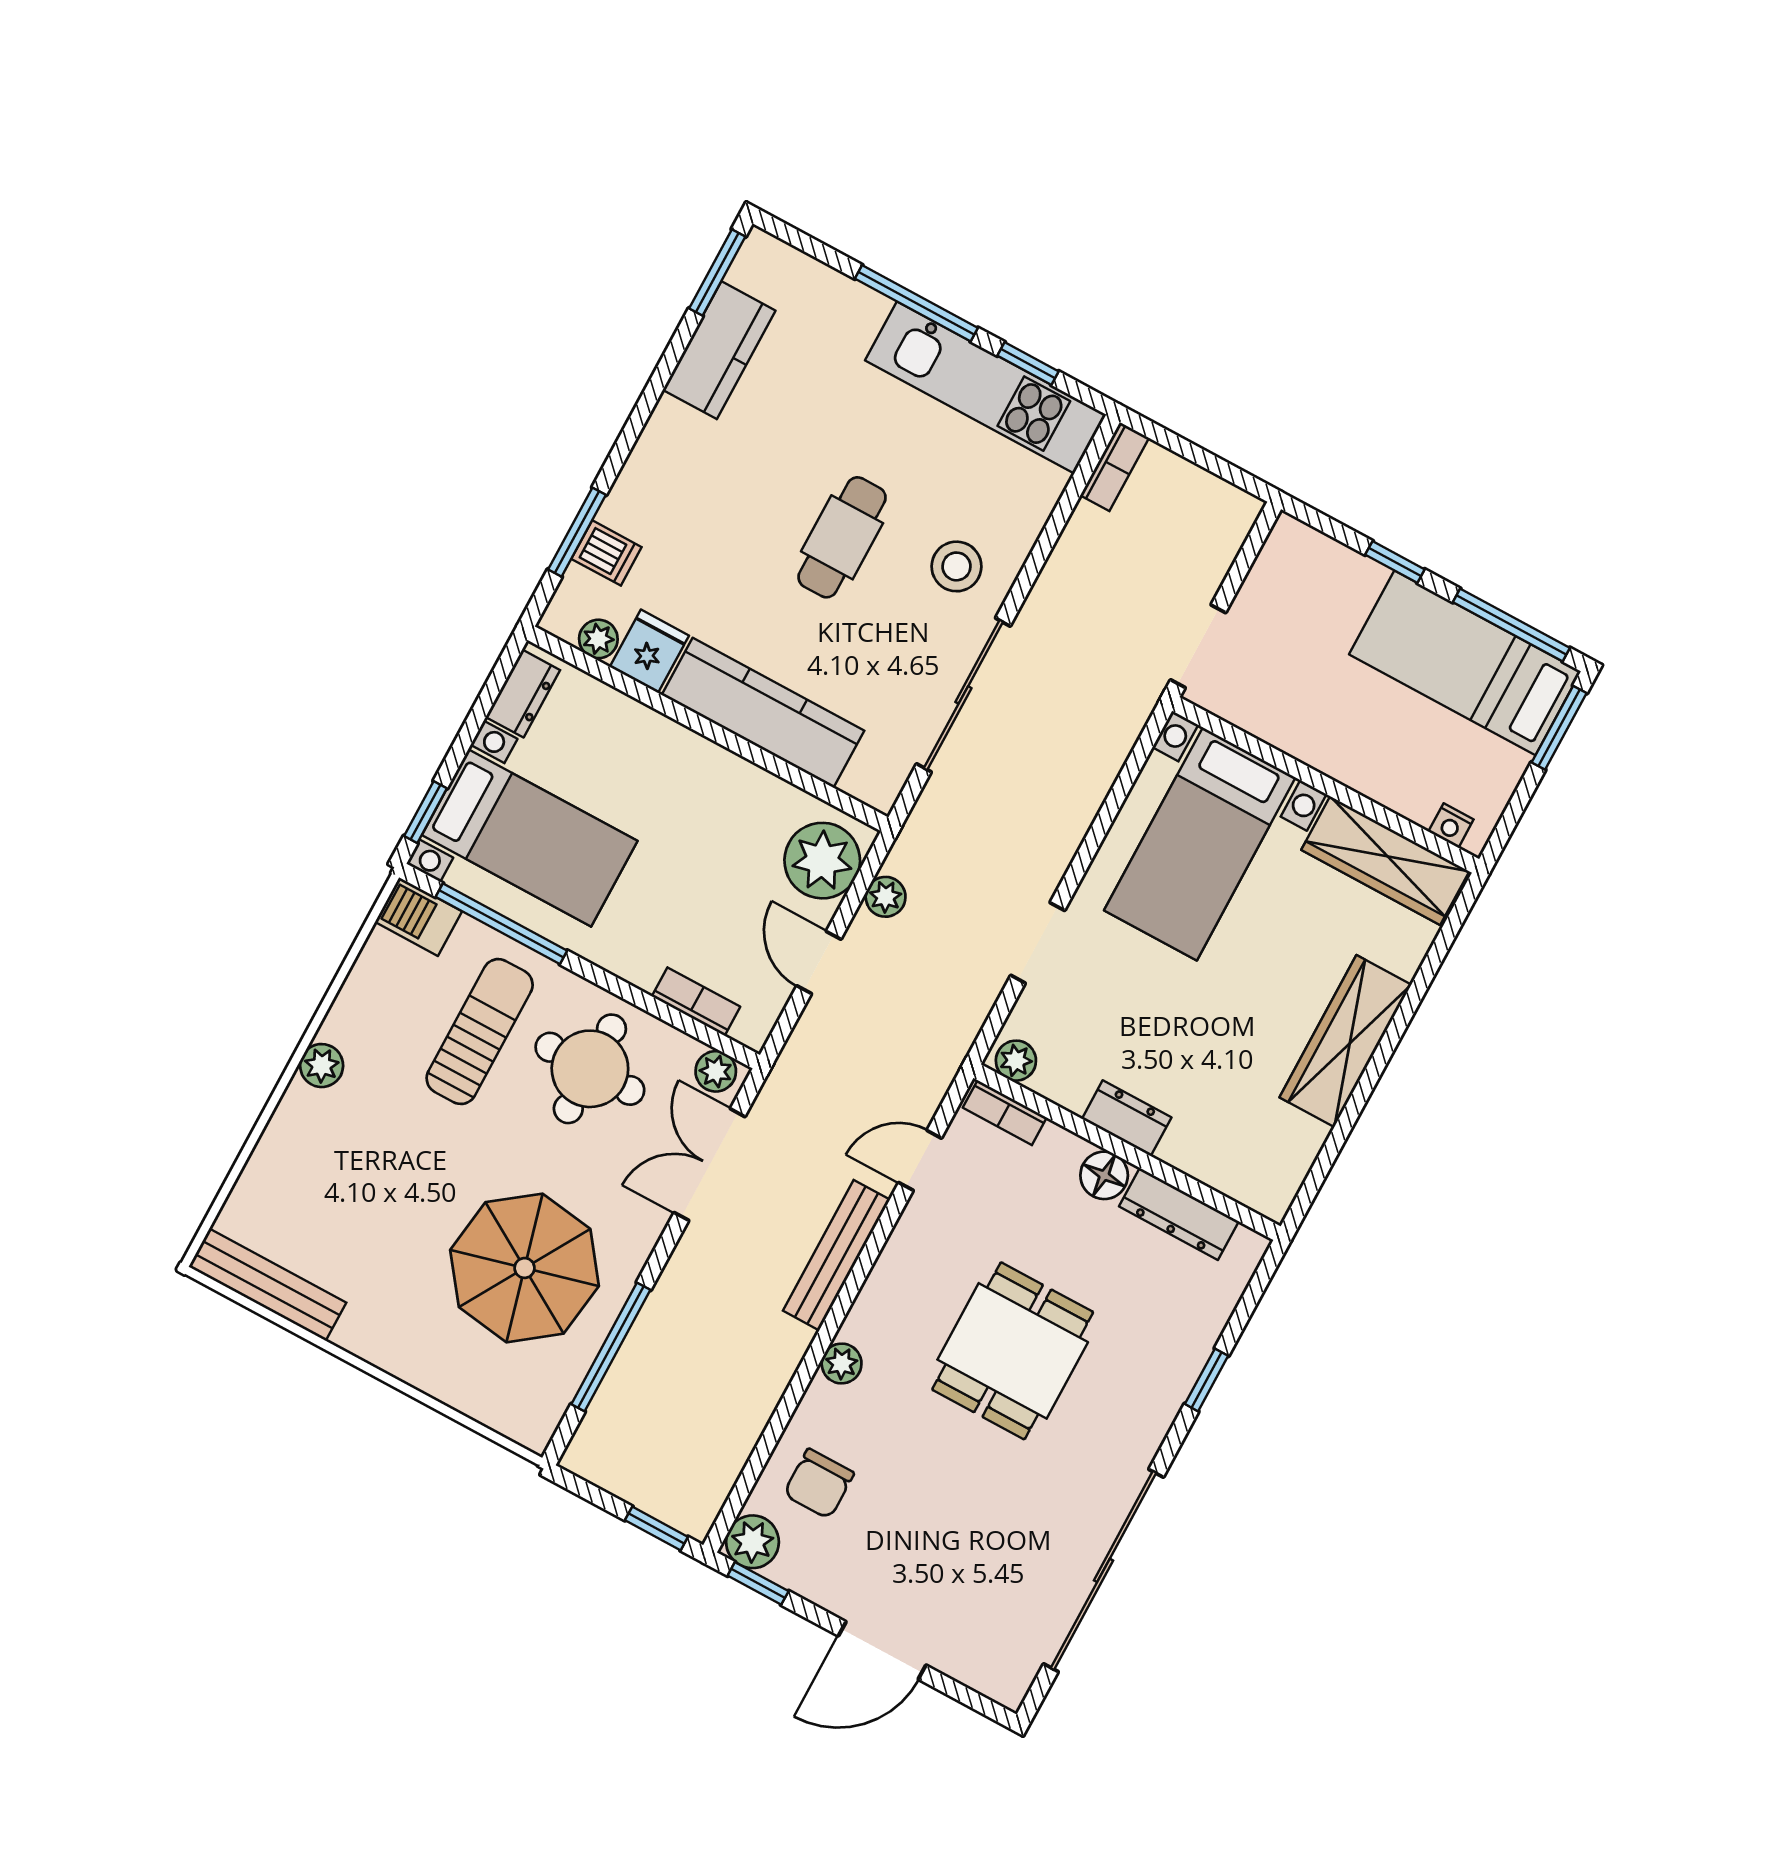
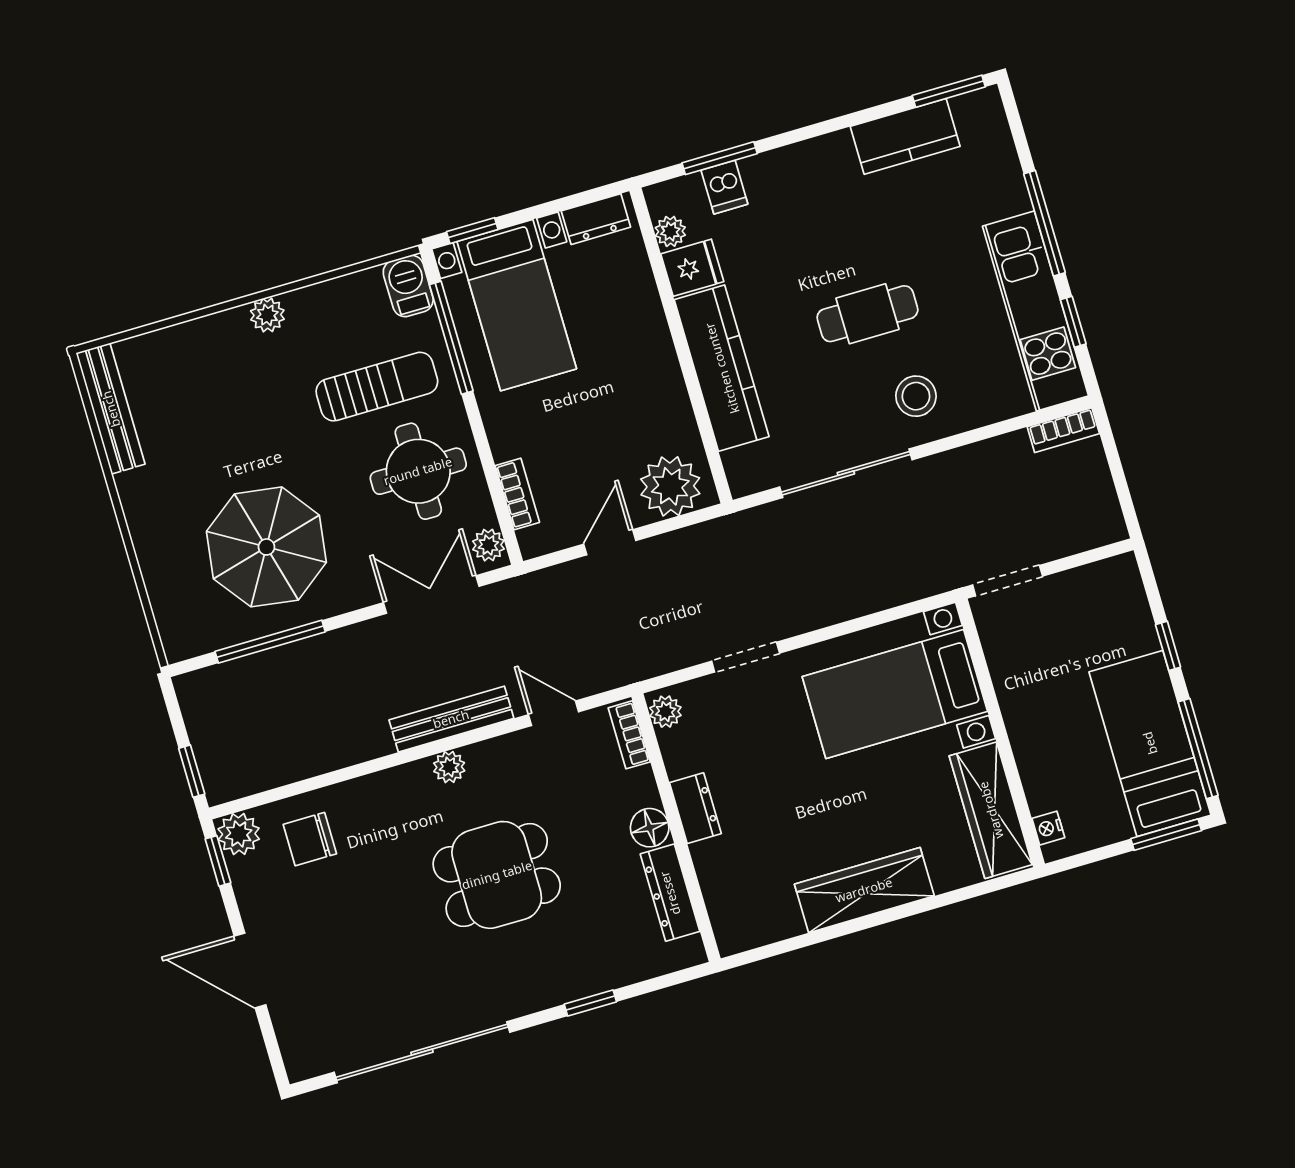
plant: (886, 897) -> (685, 543), removed
plant: (842, 1364) -> (449, 767), moved

